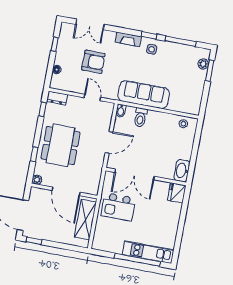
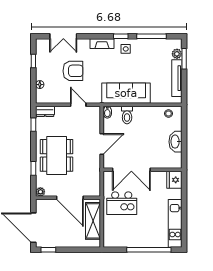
tv unit: (199, 89) -> (177, 78), added
washbasin: (182, 171) -> (175, 142), moved
kitchen unit: (148, 252) -> (175, 223), moved, turned -90

